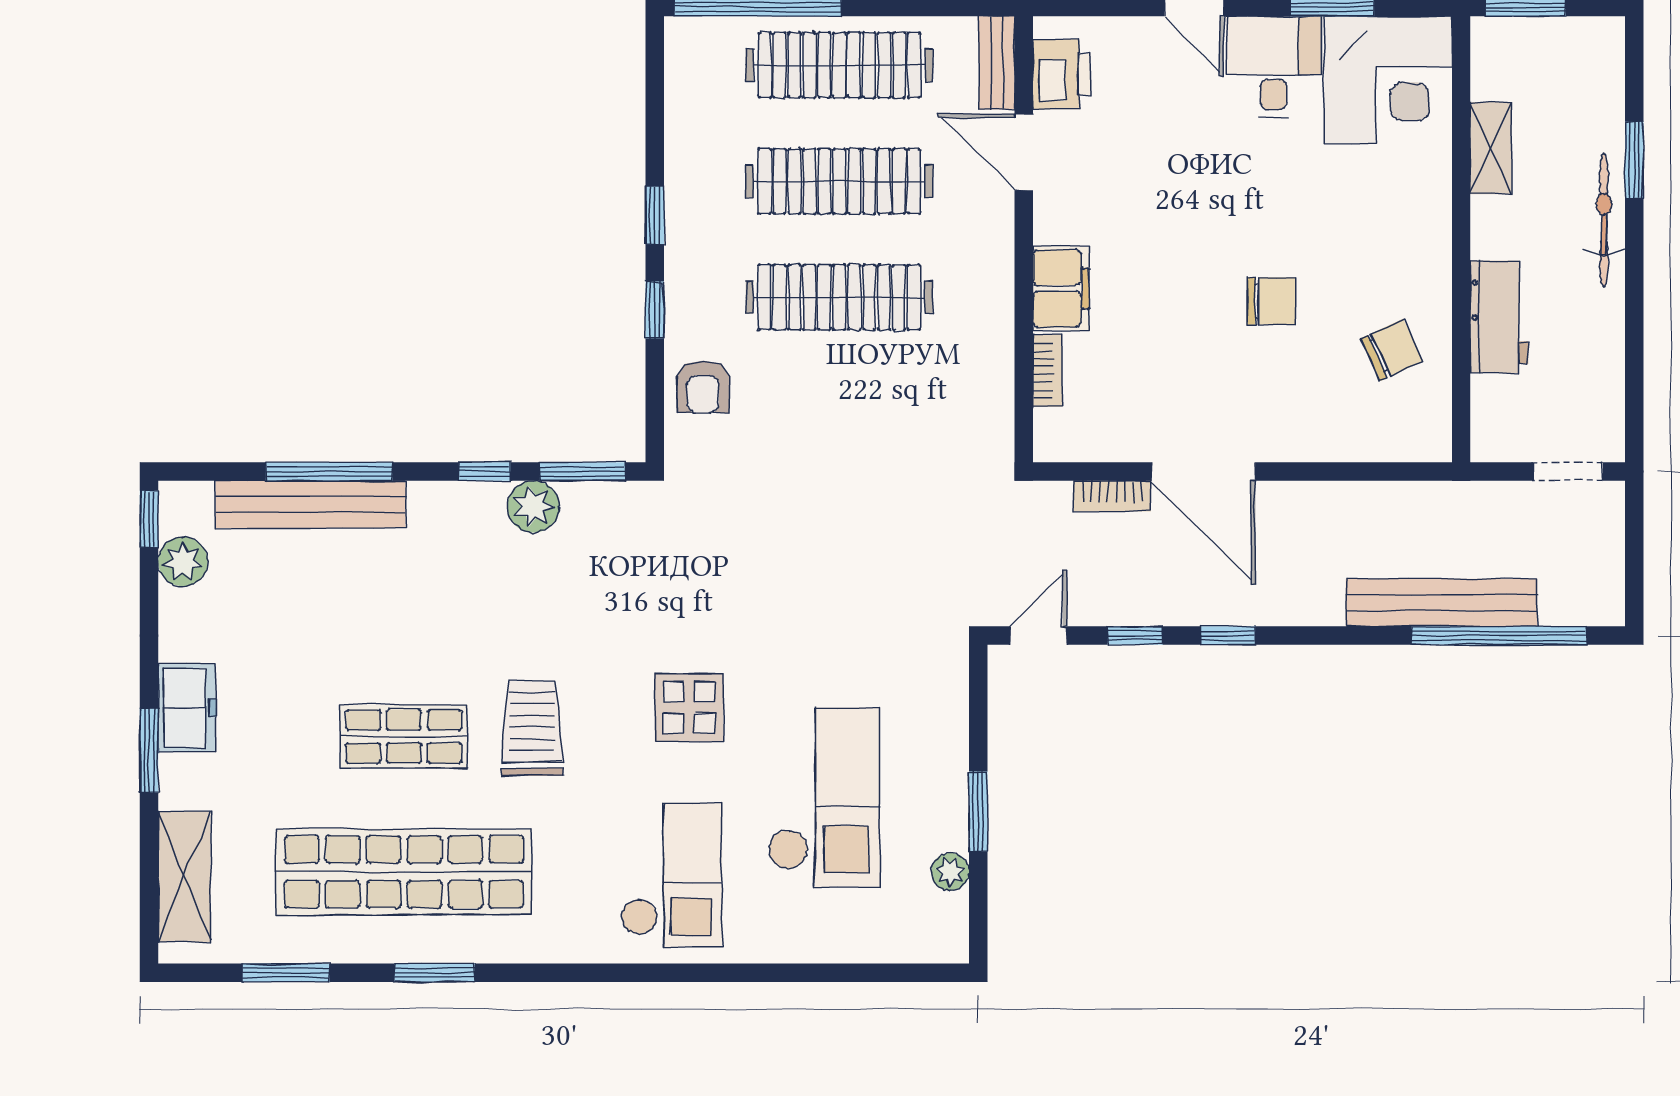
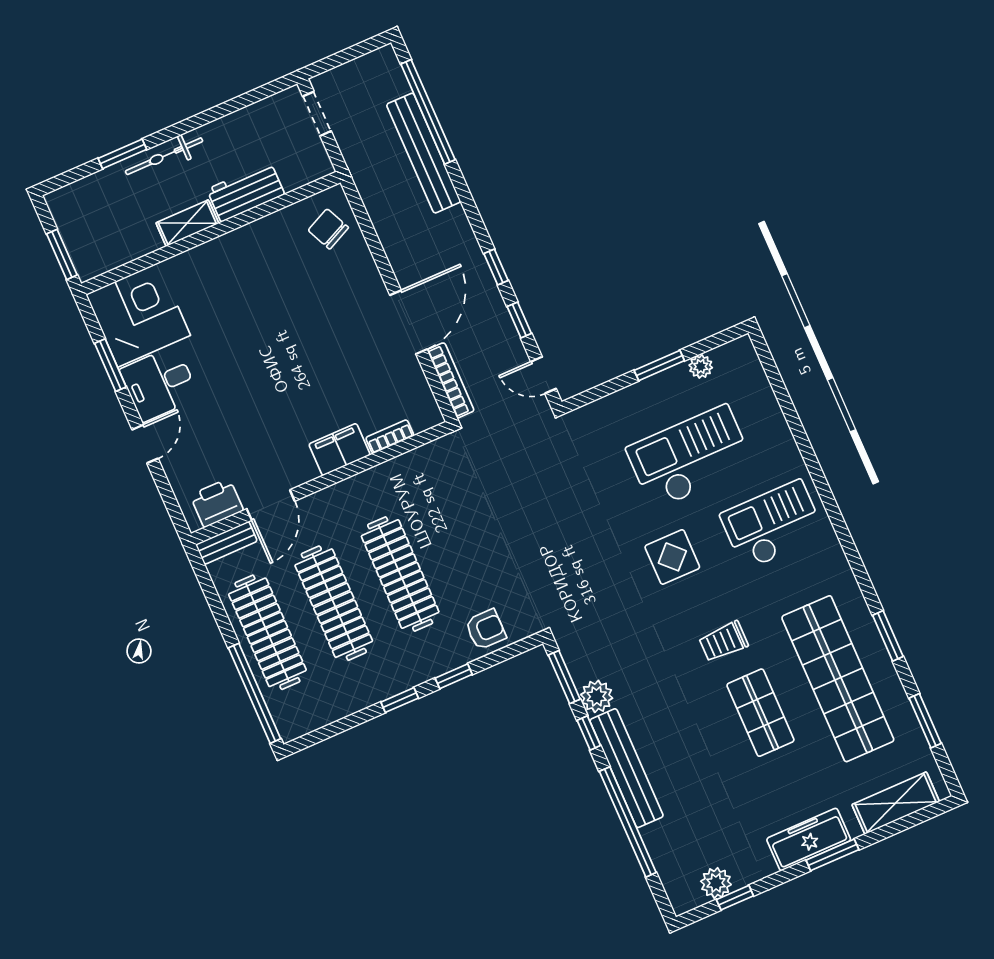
shelving: (1491, 148) -> (187, 223), moved
chair: (1271, 301) -> (294, 326), removed
chair: (1392, 350) -> (328, 229), moved
window: (329, 472) -> (628, 822), width x1.46
bookcase: (1112, 496) -> (451, 380), width x1.56
bench: (310, 504) -> (627, 768), moved
window: (149, 519) -> (735, 898), moved
freezer: (187, 708) -> (809, 840), width x1.40
trolley: (532, 728) -> (724, 641), width x0.73, depth x0.72

